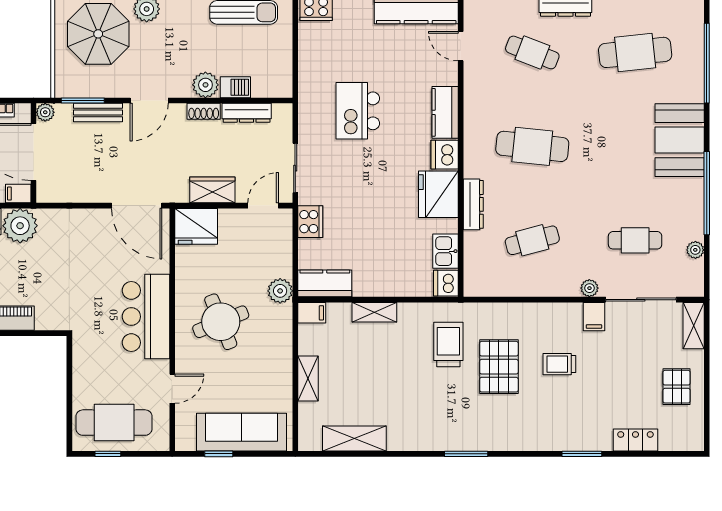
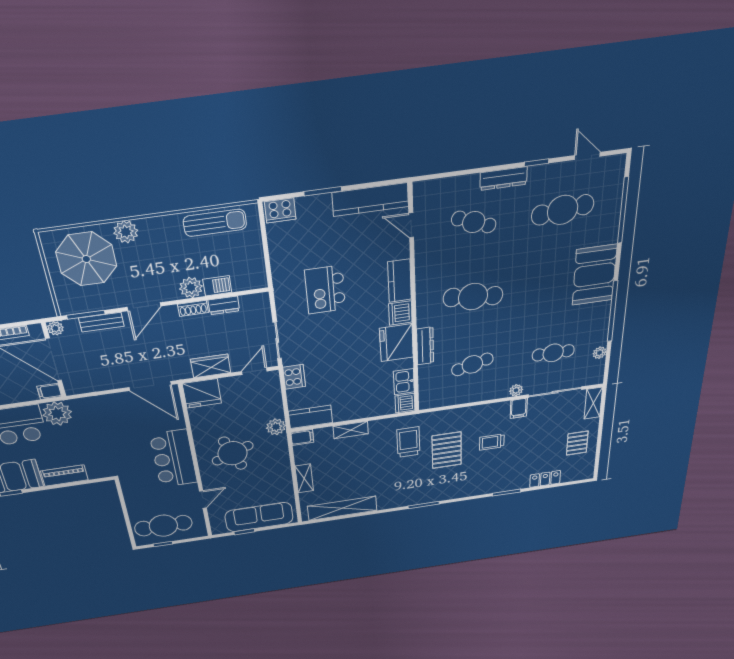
dresser: (247, 113) -> (224, 305), width x0.70
shelving: (354, 439) -> (342, 508), width x1.47

